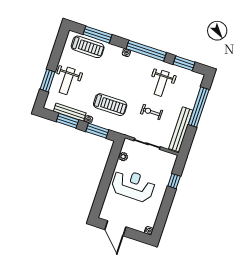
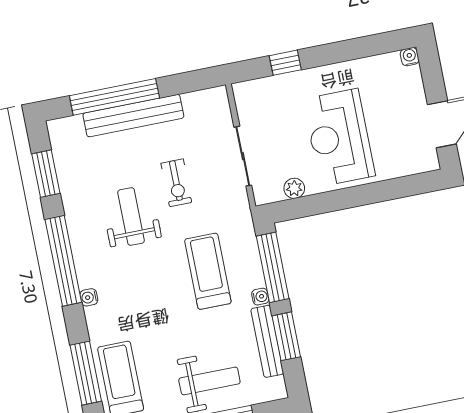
weight bench: (162, 83) -> (131, 217), moved, turned -90
bench: (181, 129) -> (133, 116), moved
window: (97, 131) -> (273, 267), width x1.44

